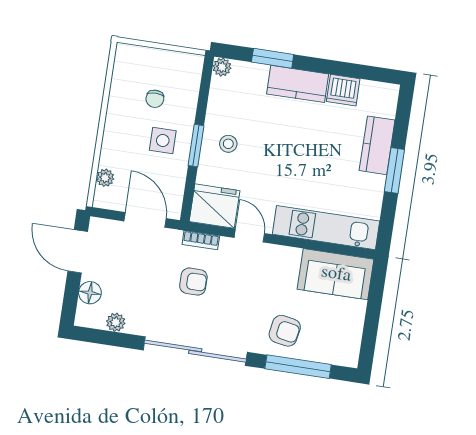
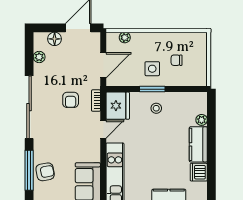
window: (273, 58) -> (211, 127), removed
plant: (222, 67) -> (202, 120), moved
armchair: (285, 331) -> (45, 172), moved, turned -111

